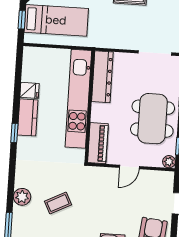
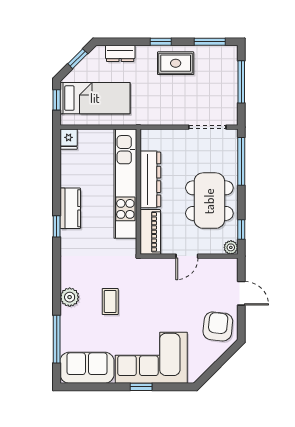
dresser: (102, 77) -> (150, 179), moved
fridge: (30, 90) -> (69, 139), moved, turned 90
coffee table: (58, 203) -> (110, 301), turned -63

